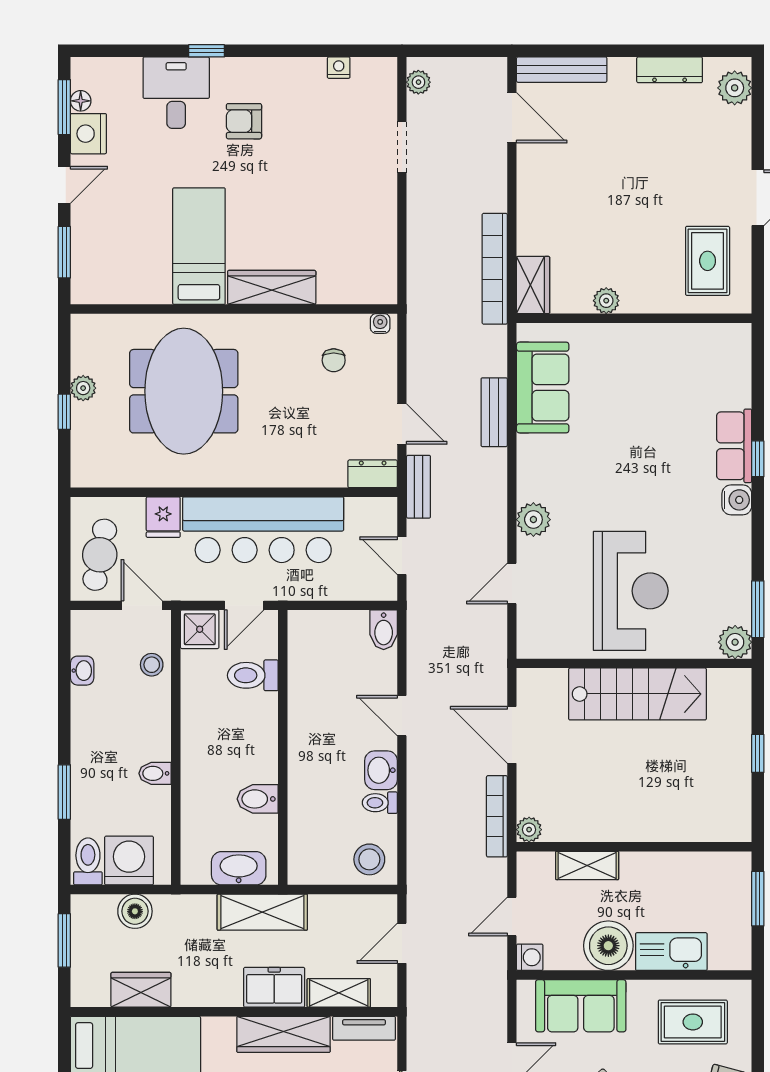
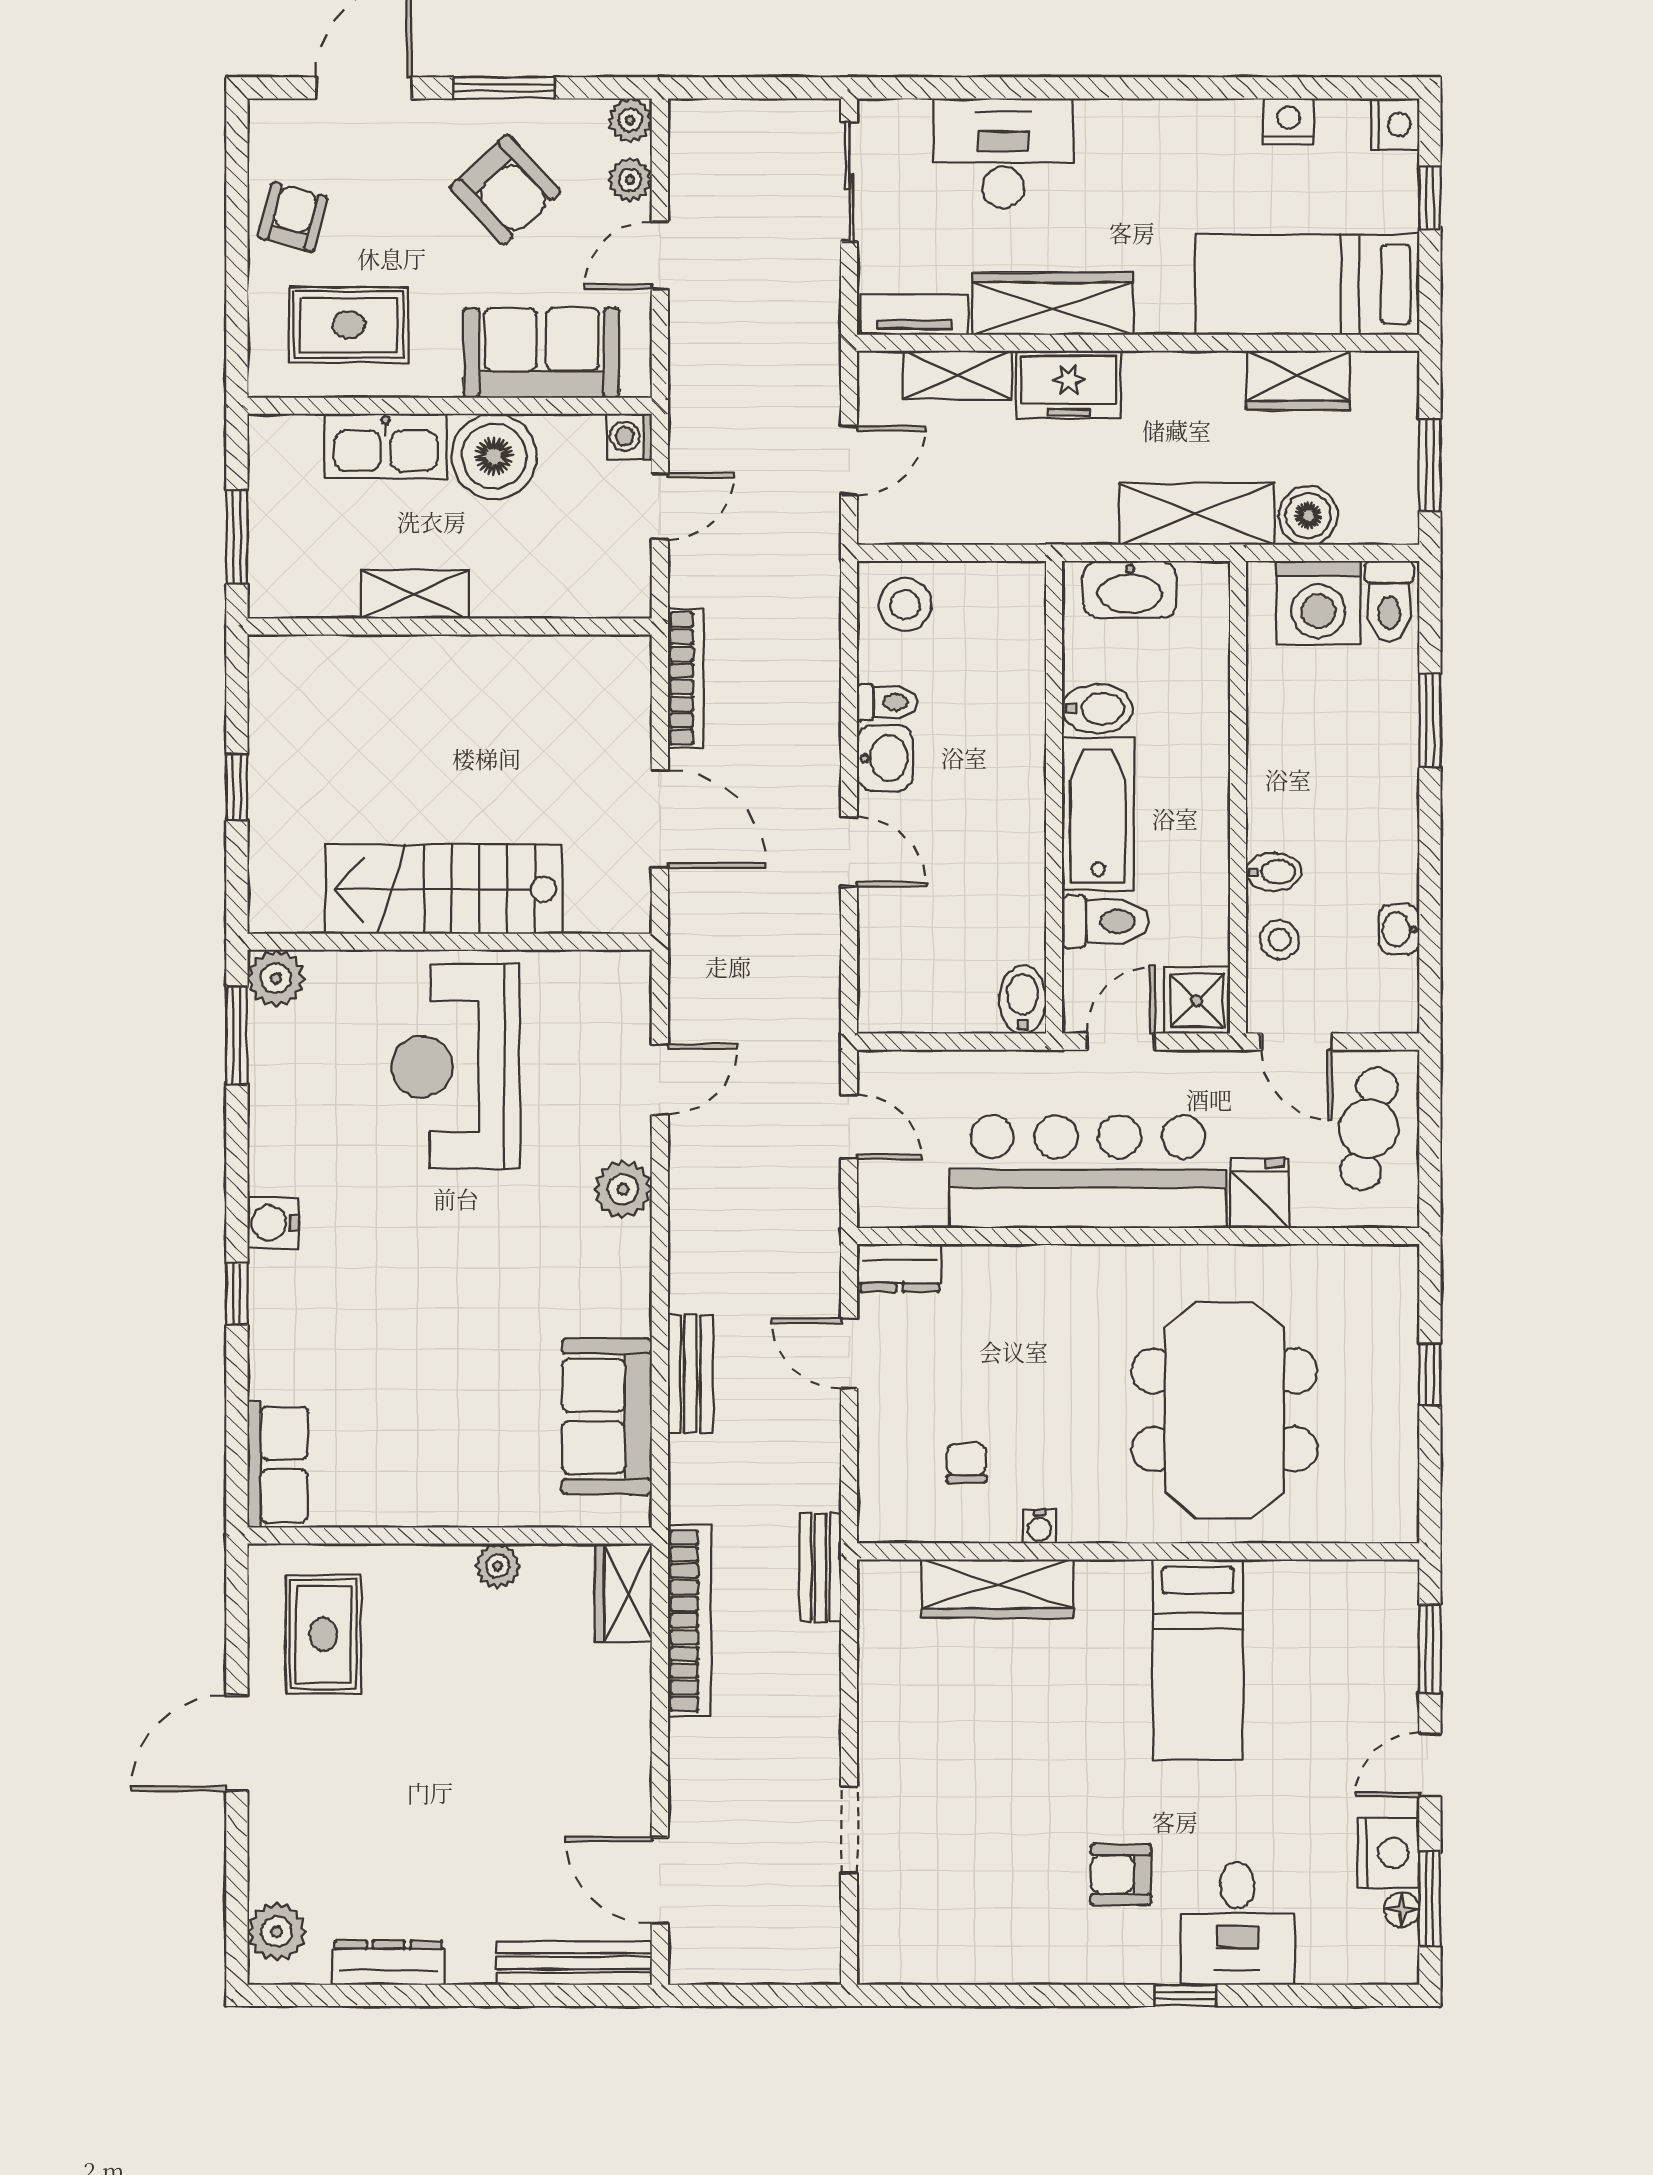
nightstand: (339, 68) -> (958, 1967), removed
plant: (418, 82) -> (821, 1942), removed
armchair: (244, 121) -> (1121, 1875), turned 180
wardrobe: (272, 287) -> (997, 1589), moved
water cooler: (380, 323) -> (1040, 1527), moved
plant: (83, 388) -> (1397, 1415), removed
row of seats: (734, 446) -> (278, 1465), moved
bench: (418, 487) -> (821, 1567), moved
bidet: (384, 630) -> (1023, 1000), moved
bathtub: (257, 738) -> (1098, 814), added
bidet: (155, 773) -> (1274, 872), moved
plant: (529, 830) -> (630, 656), removed
shelving: (587, 865) -> (415, 594), moved
shelving: (262, 912) -> (1197, 514), moved

